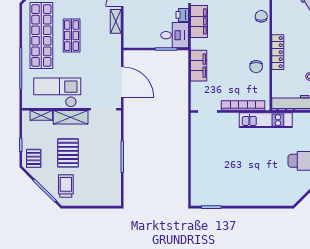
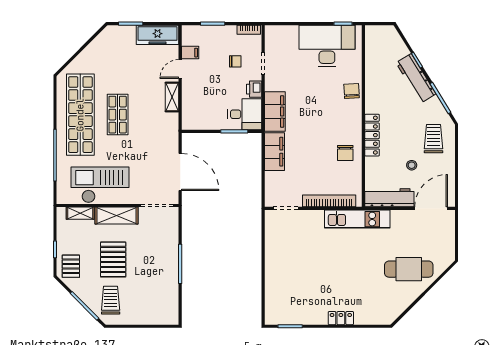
filing cabinet: (199, 21) -> (275, 112), moved
locker: (253, 200) -> (341, 318), added

